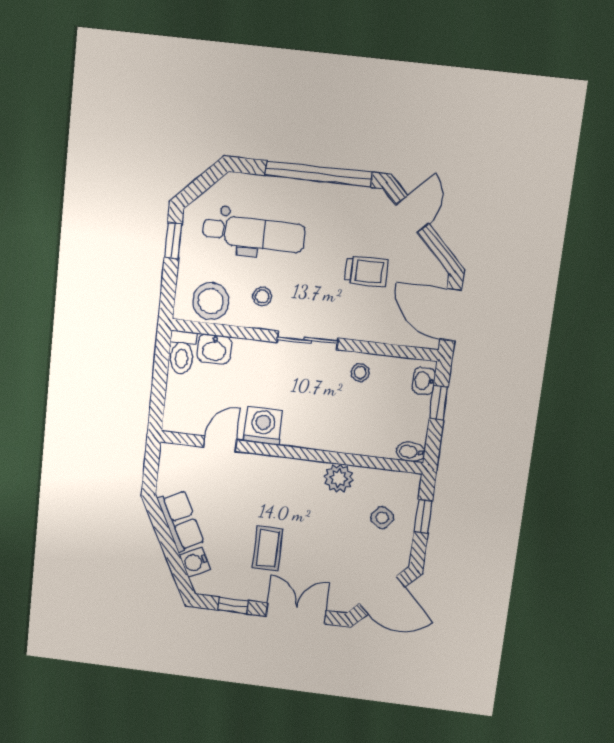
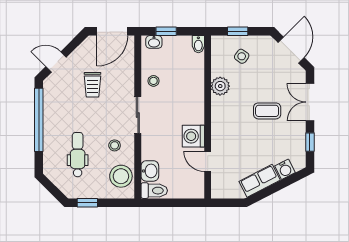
dental chair: (254, 233) -> (78, 155), width x0.73, depth x0.72
trolley: (366, 271) -> (93, 85), turned 180
coffee table: (268, 548) -> (267, 111), moved

